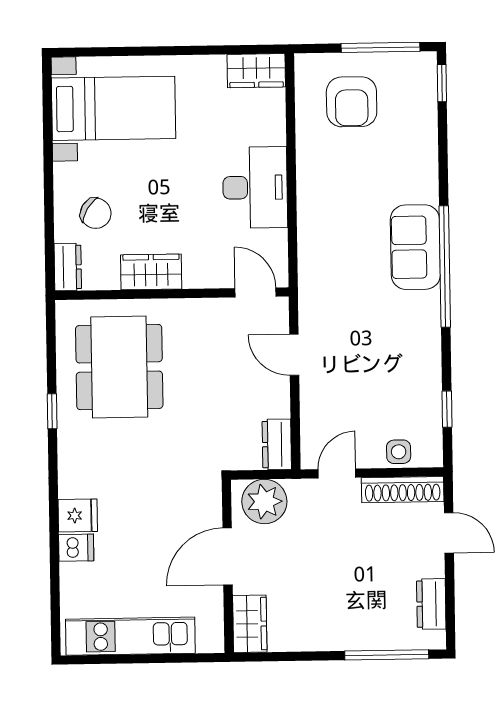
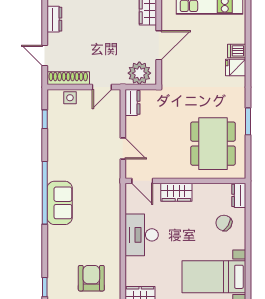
wardrobe: (151, 272) -> (176, 192), moved
window: (52, 411) -> (248, 121), width x1.50

